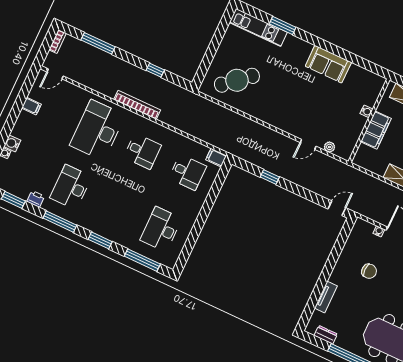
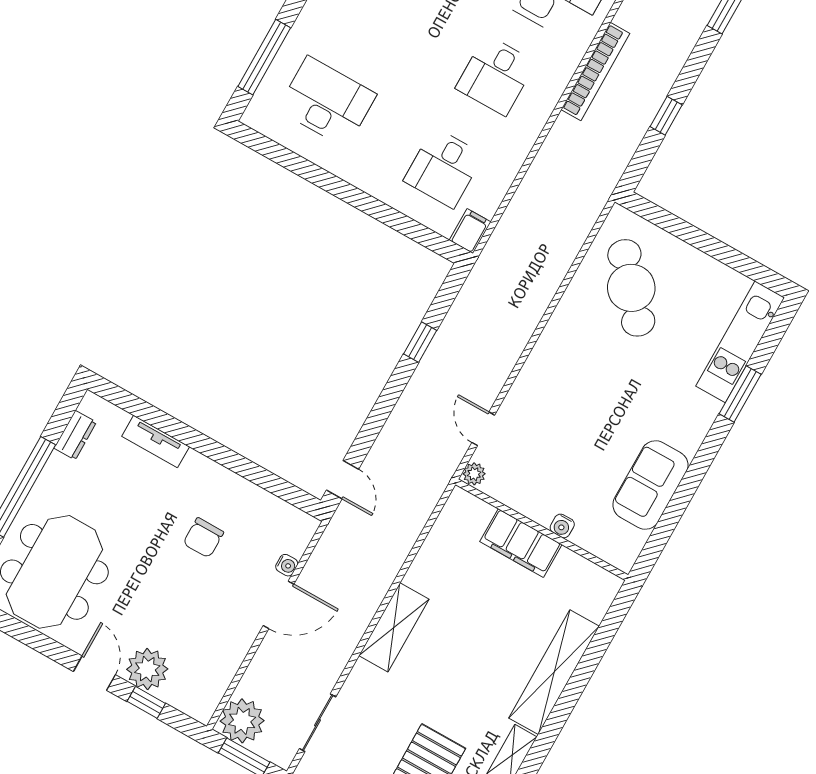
water cooler: (366, 111) -> (562, 526), moved
wall: (369, 121) -> (542, 530), moved
filing cabinet: (376, 130) -> (521, 543), moved

